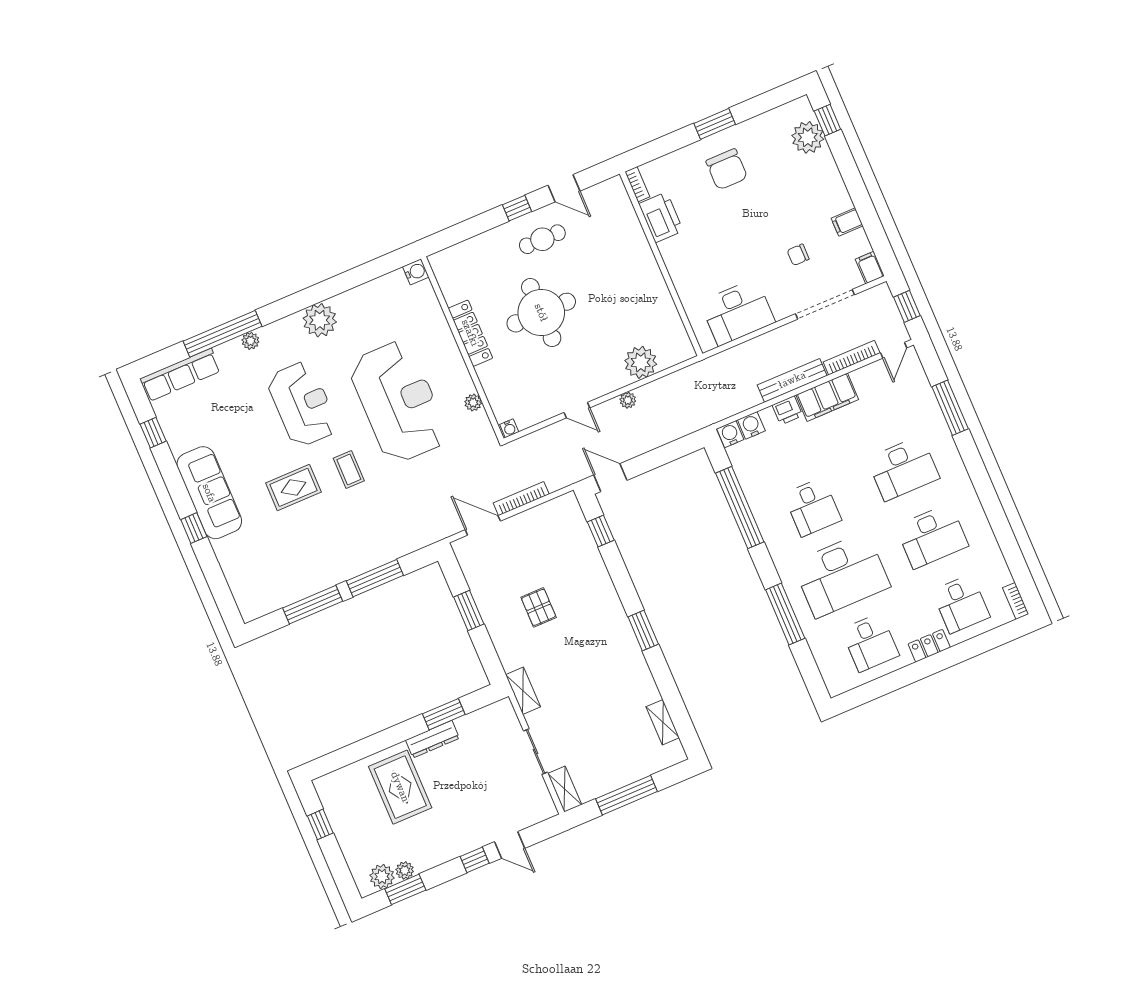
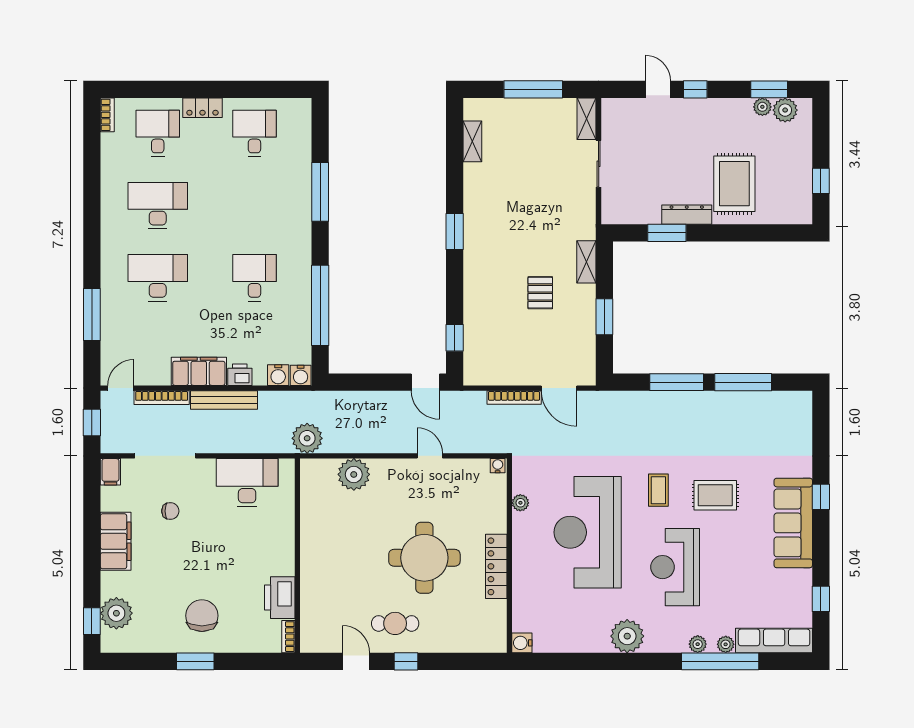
filing cabinet: (847, 222) -> (116, 541), width x3.00, depth x1.17
plant: (224, 352) -> (726, 644), added
plant: (628, 400) -> (307, 438), moved, width x1.88, depth x1.88
desk: (841, 575) -> (254, 206), removed
shelving: (523, 691) -> (586, 262), moved

